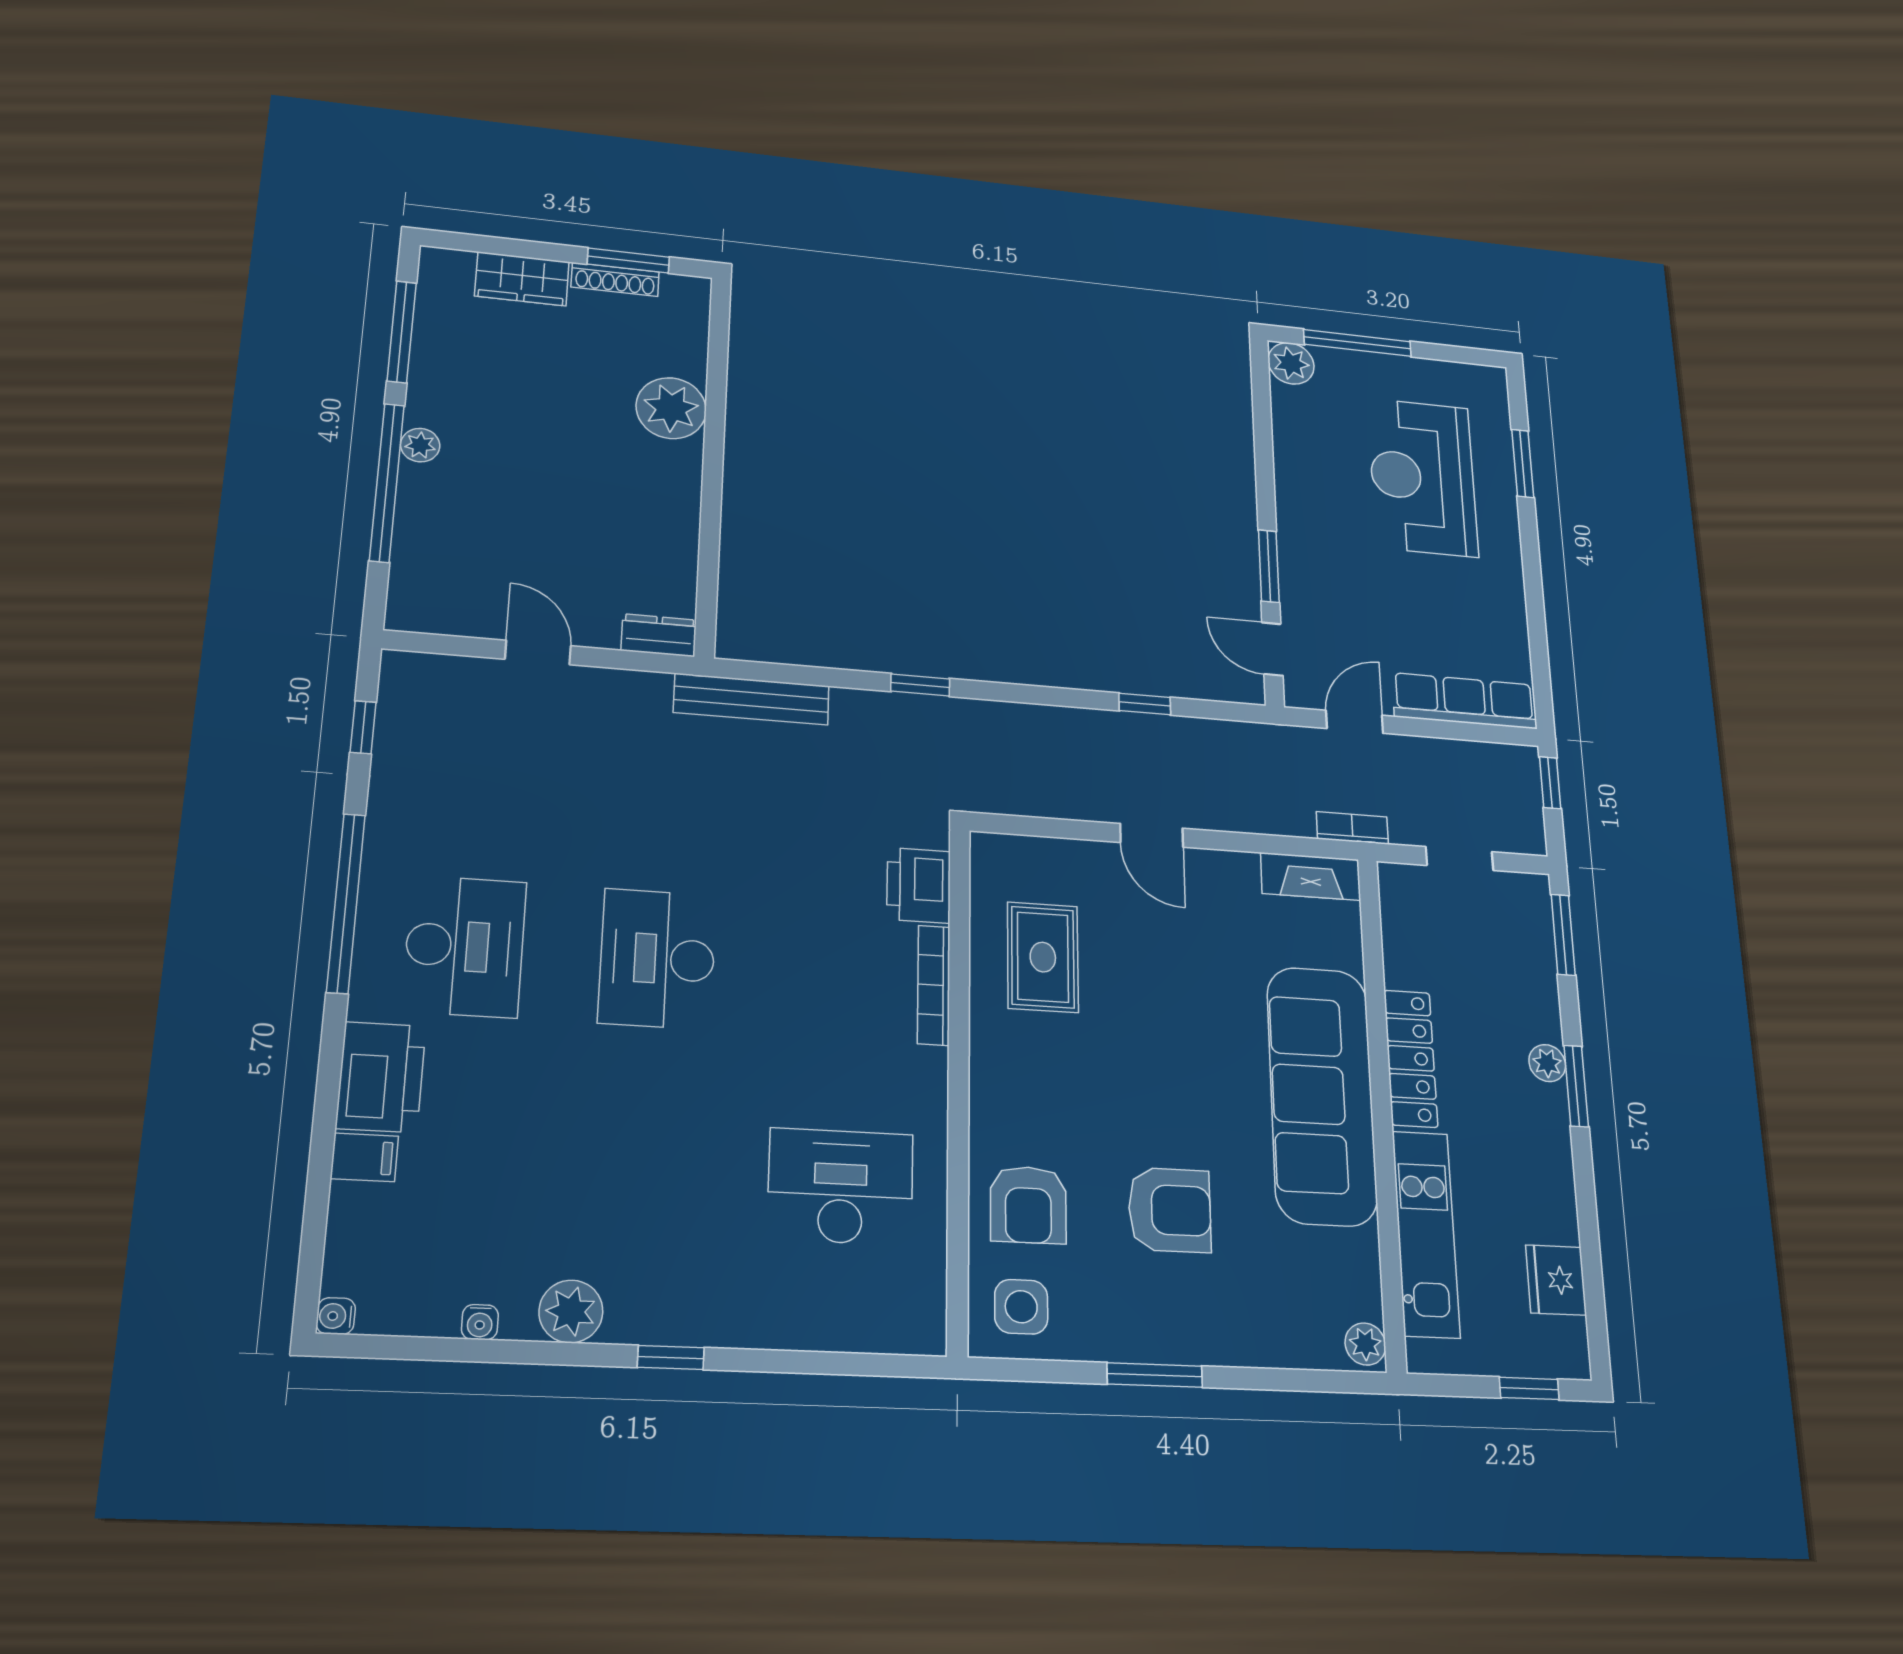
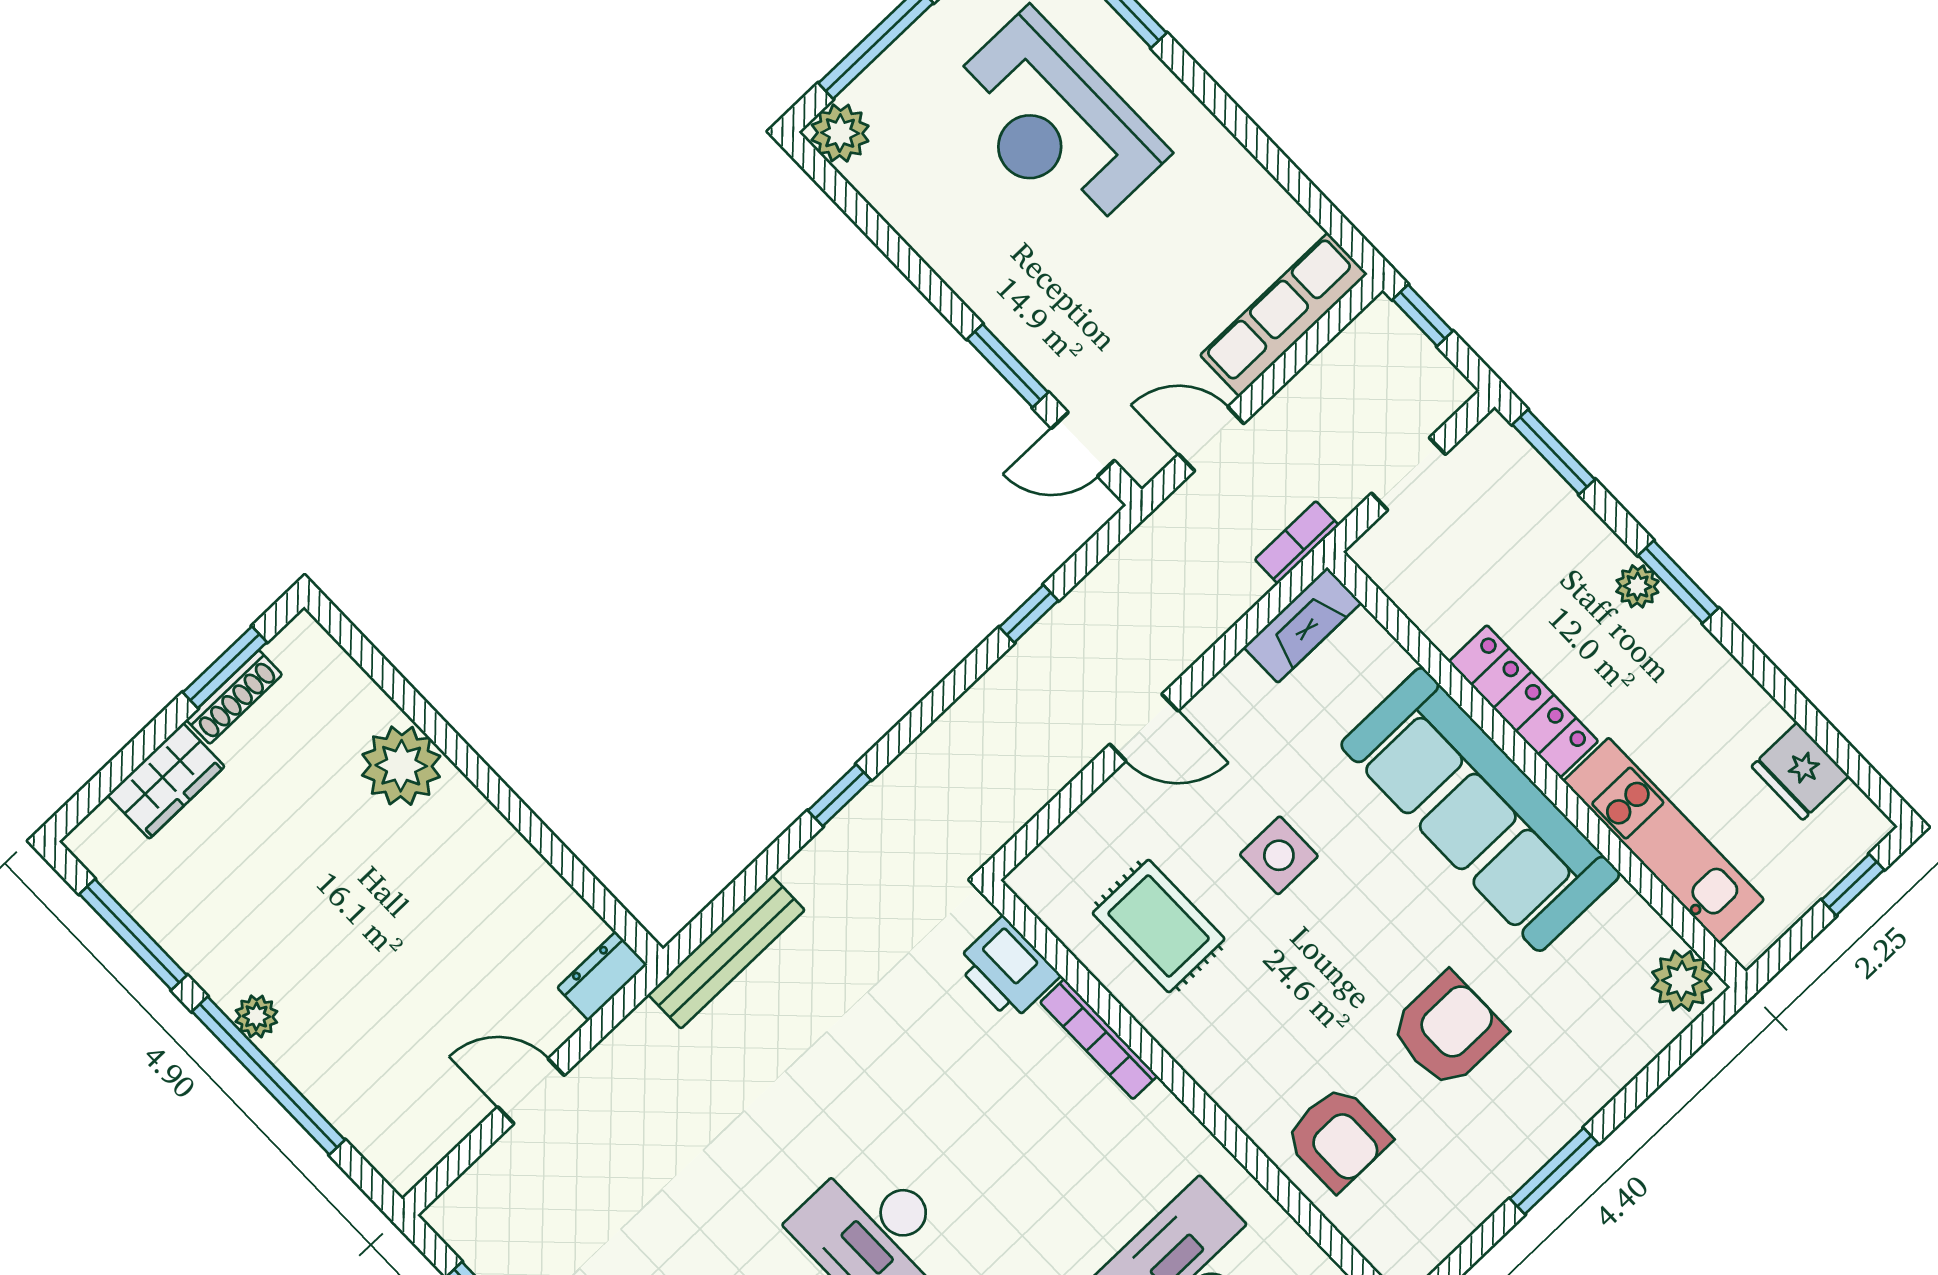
door: (1355, 722) -> (1211, 439), hinge flipped
side table: (1021, 1307) -> (1279, 855), moved
plant: (1365, 1344) -> (1682, 981), width x1.38, depth x1.38

